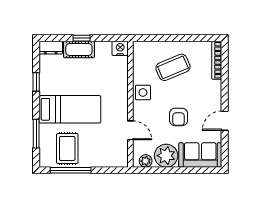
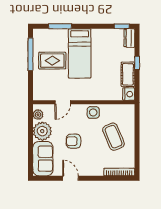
cot: (79, 49) -> (128, 74), moved
window: (36, 82) -> (122, 26), moved
rug: (67, 148) -> (52, 61), moved

